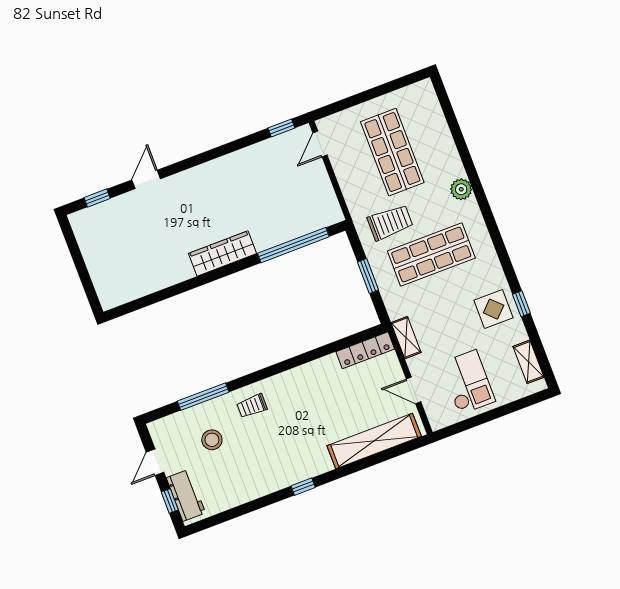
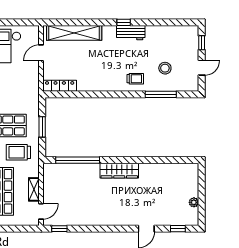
plant: (88, 248) -> (194, 202), added
shelving: (406, 338) -> (34, 189), moved
door: (414, 390) -> (41, 53), swing flipped
workbench: (186, 495) -> (131, 33), moved, turned -90

